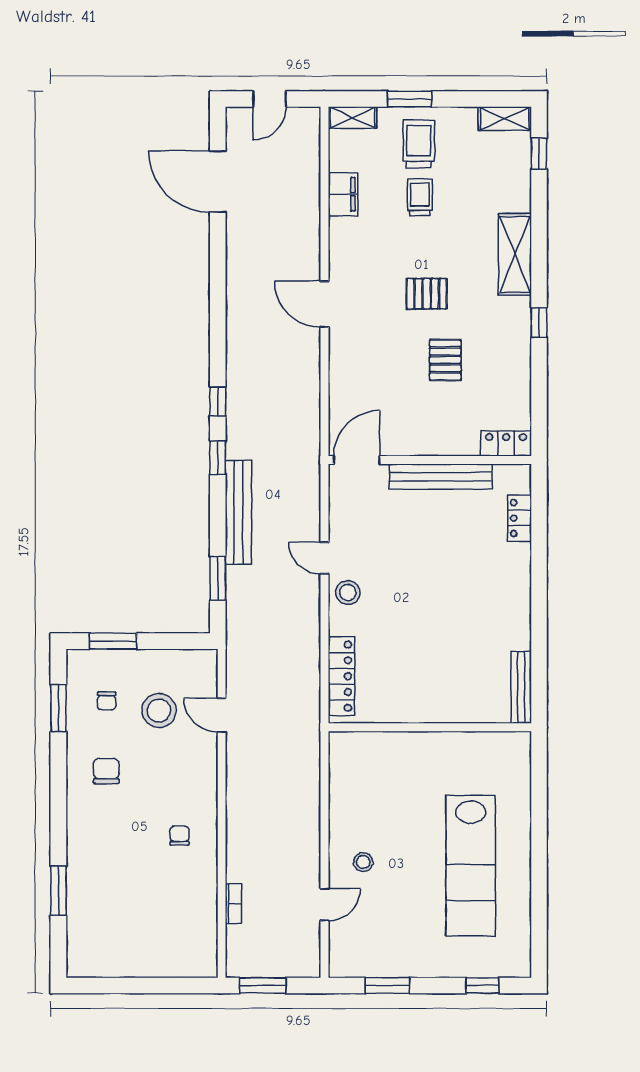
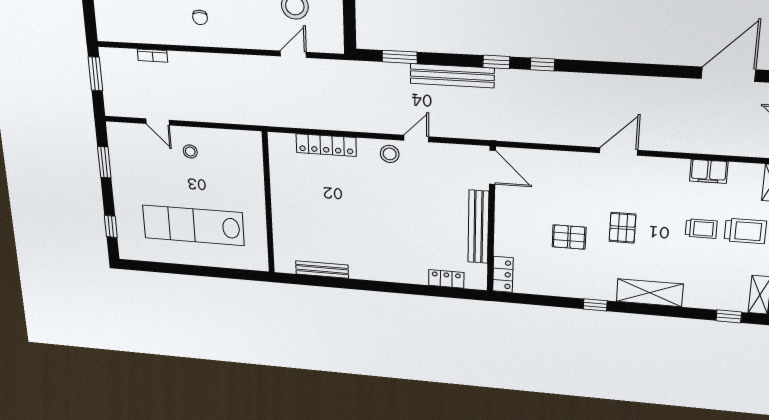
wall: (430, 727) -> (268, 203), moved
chair: (180, 836) -> (200, 17), turned 90

